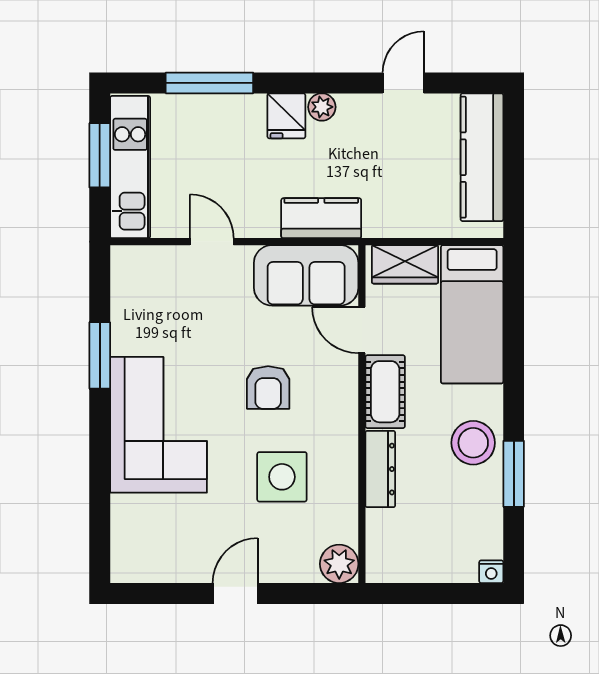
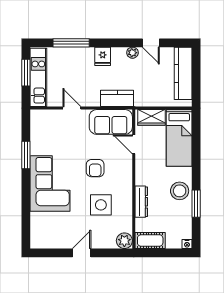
door: (403, 83) -> (151, 43), swing flipped
plant: (322, 107) -> (132, 53), moved
cot: (385, 392) -> (150, 240), moved, turned 90

